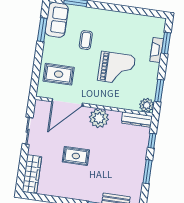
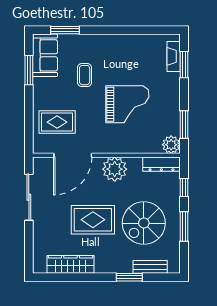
fireplace: (157, 50) -> (174, 56), moved
sliding door: (28, 131) -> (29, 197), width x1.37
rug: (76, 156) -> (93, 220), width x1.36, depth x1.43
spiral stairs: (116, 164) -> (144, 223), added
wardrobe: (32, 174) -> (70, 264), moved, turned -90

